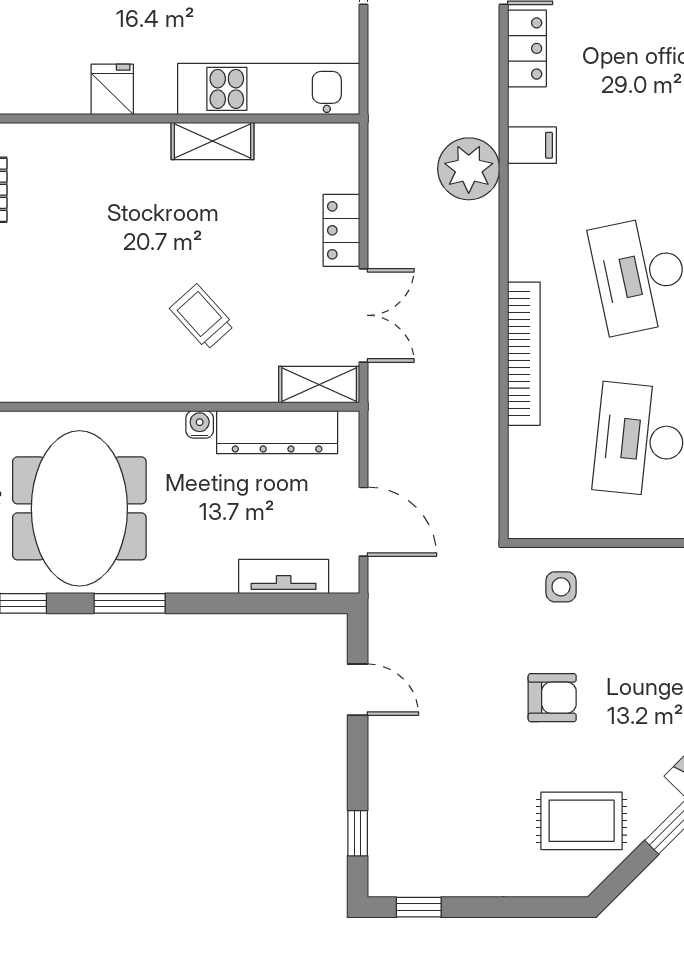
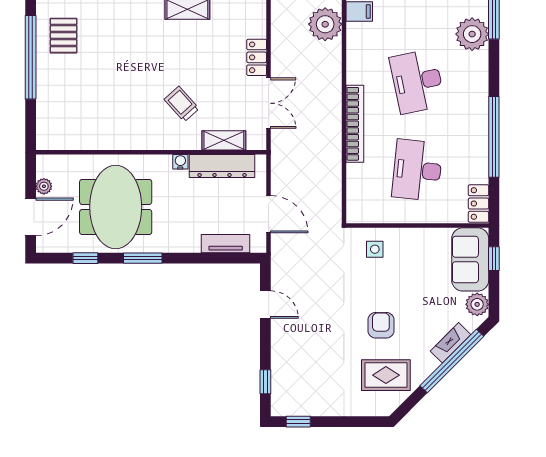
shelving: (319, 385) -> (224, 140), moved
armchair: (552, 698) -> (381, 325), moved, turned -90

